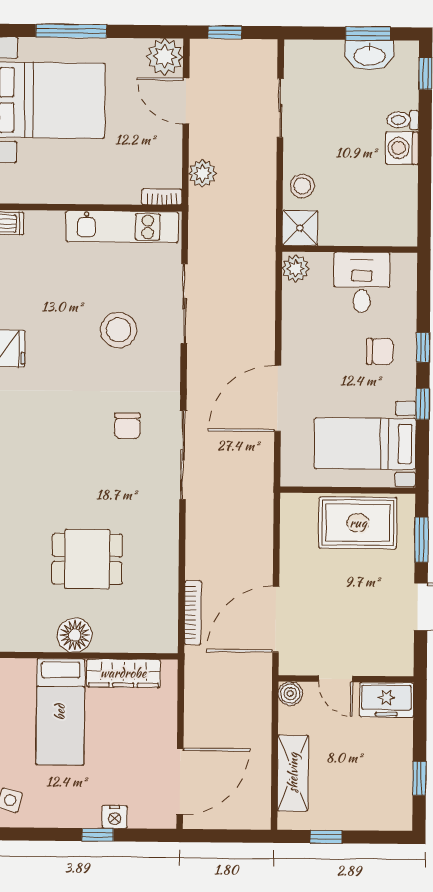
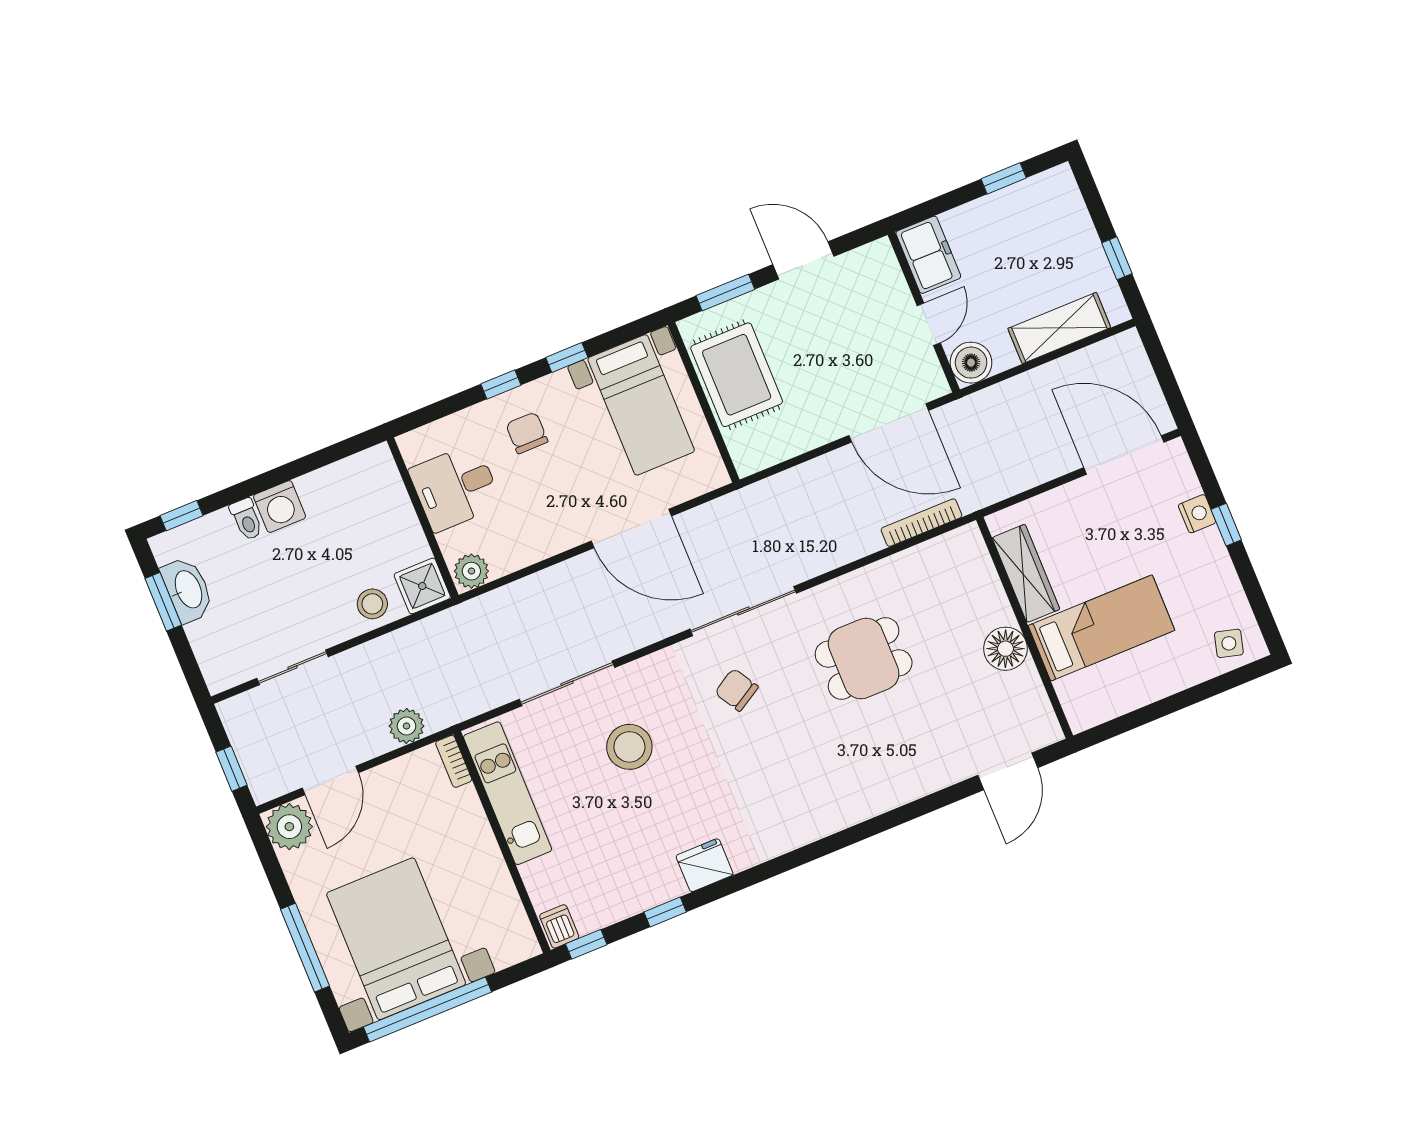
chair: (127, 426) -> (736, 690), turned -121
dining table: (87, 559) -> (864, 659), moved, turned 90
boiler: (290, 694) -> (971, 363), width x1.36, depth x1.36

